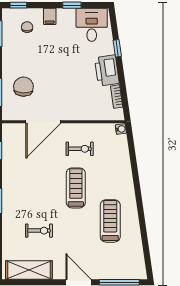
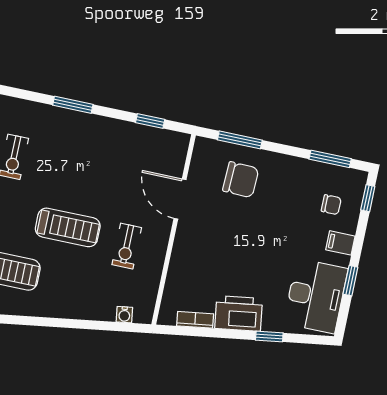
desk: (92, 25) -> (316, 296), width x1.37
door: (43, 122) -> (180, 199), width x0.73
water cooler: (121, 129) -> (124, 315), moved

